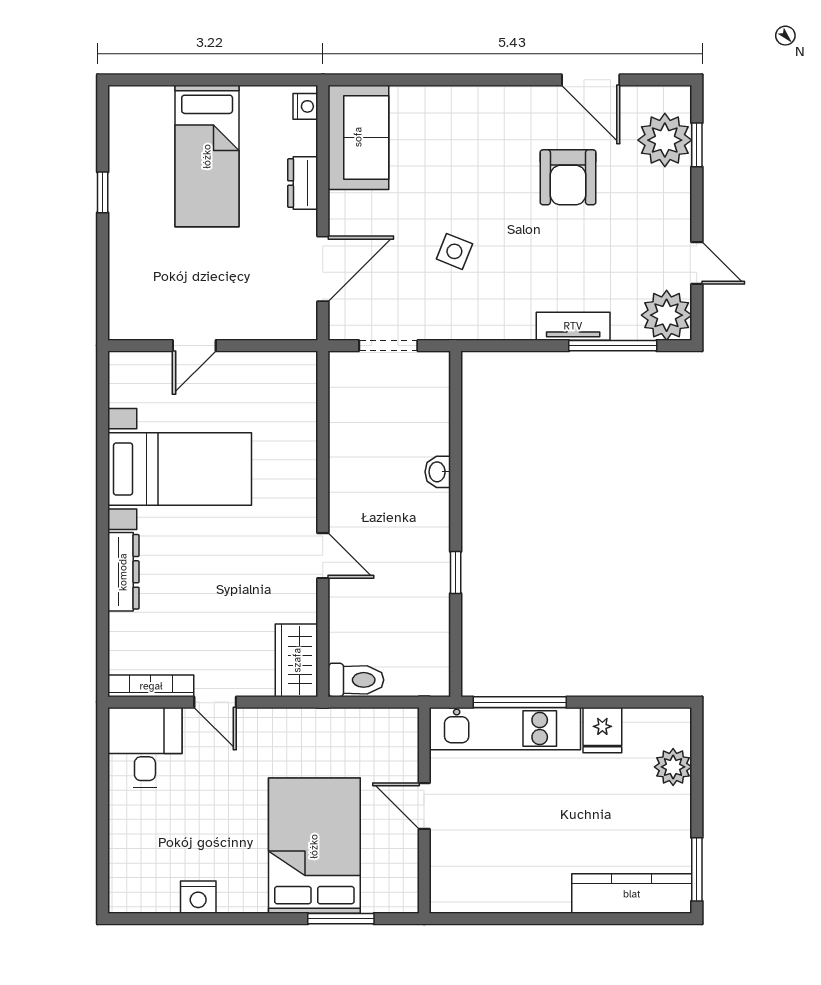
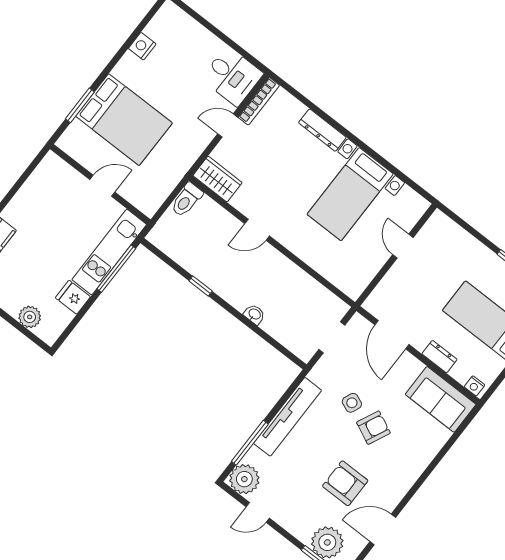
armchair: (465, 197) -> (373, 428), added
tv unit: (573, 326) -> (288, 417), width x1.92, depth x1.29

